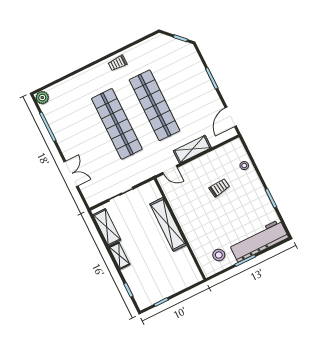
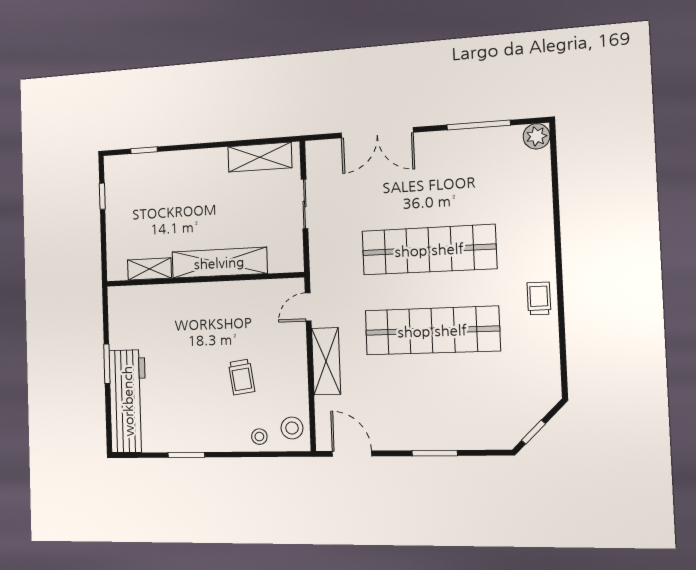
double door: (71, 174) -> (377, 133), width x1.37
stool: (219, 255) -> (292, 428), moved
shelving: (119, 256) -> (149, 269), moved

